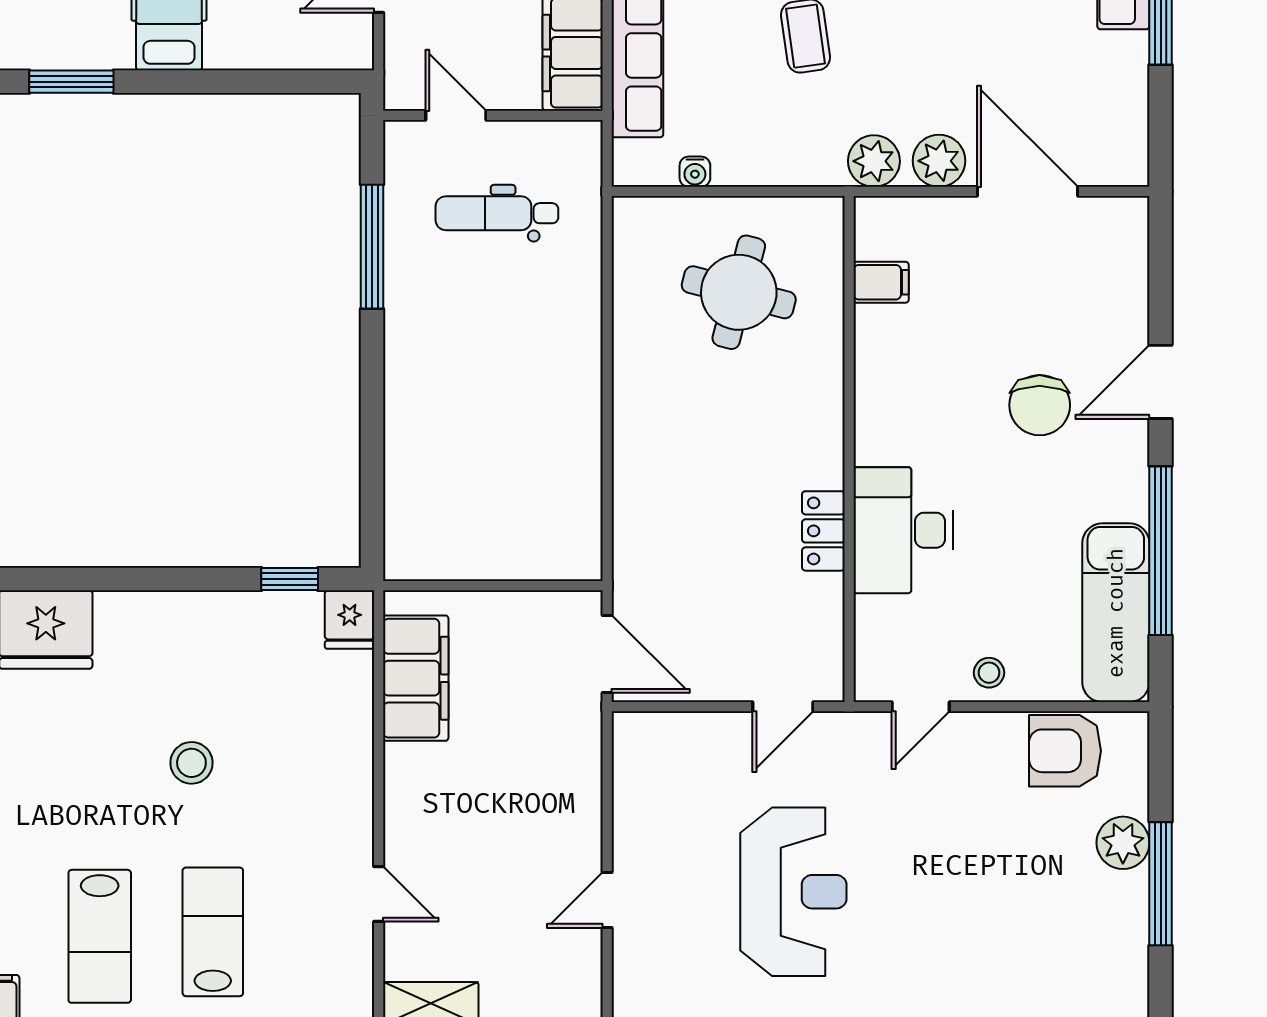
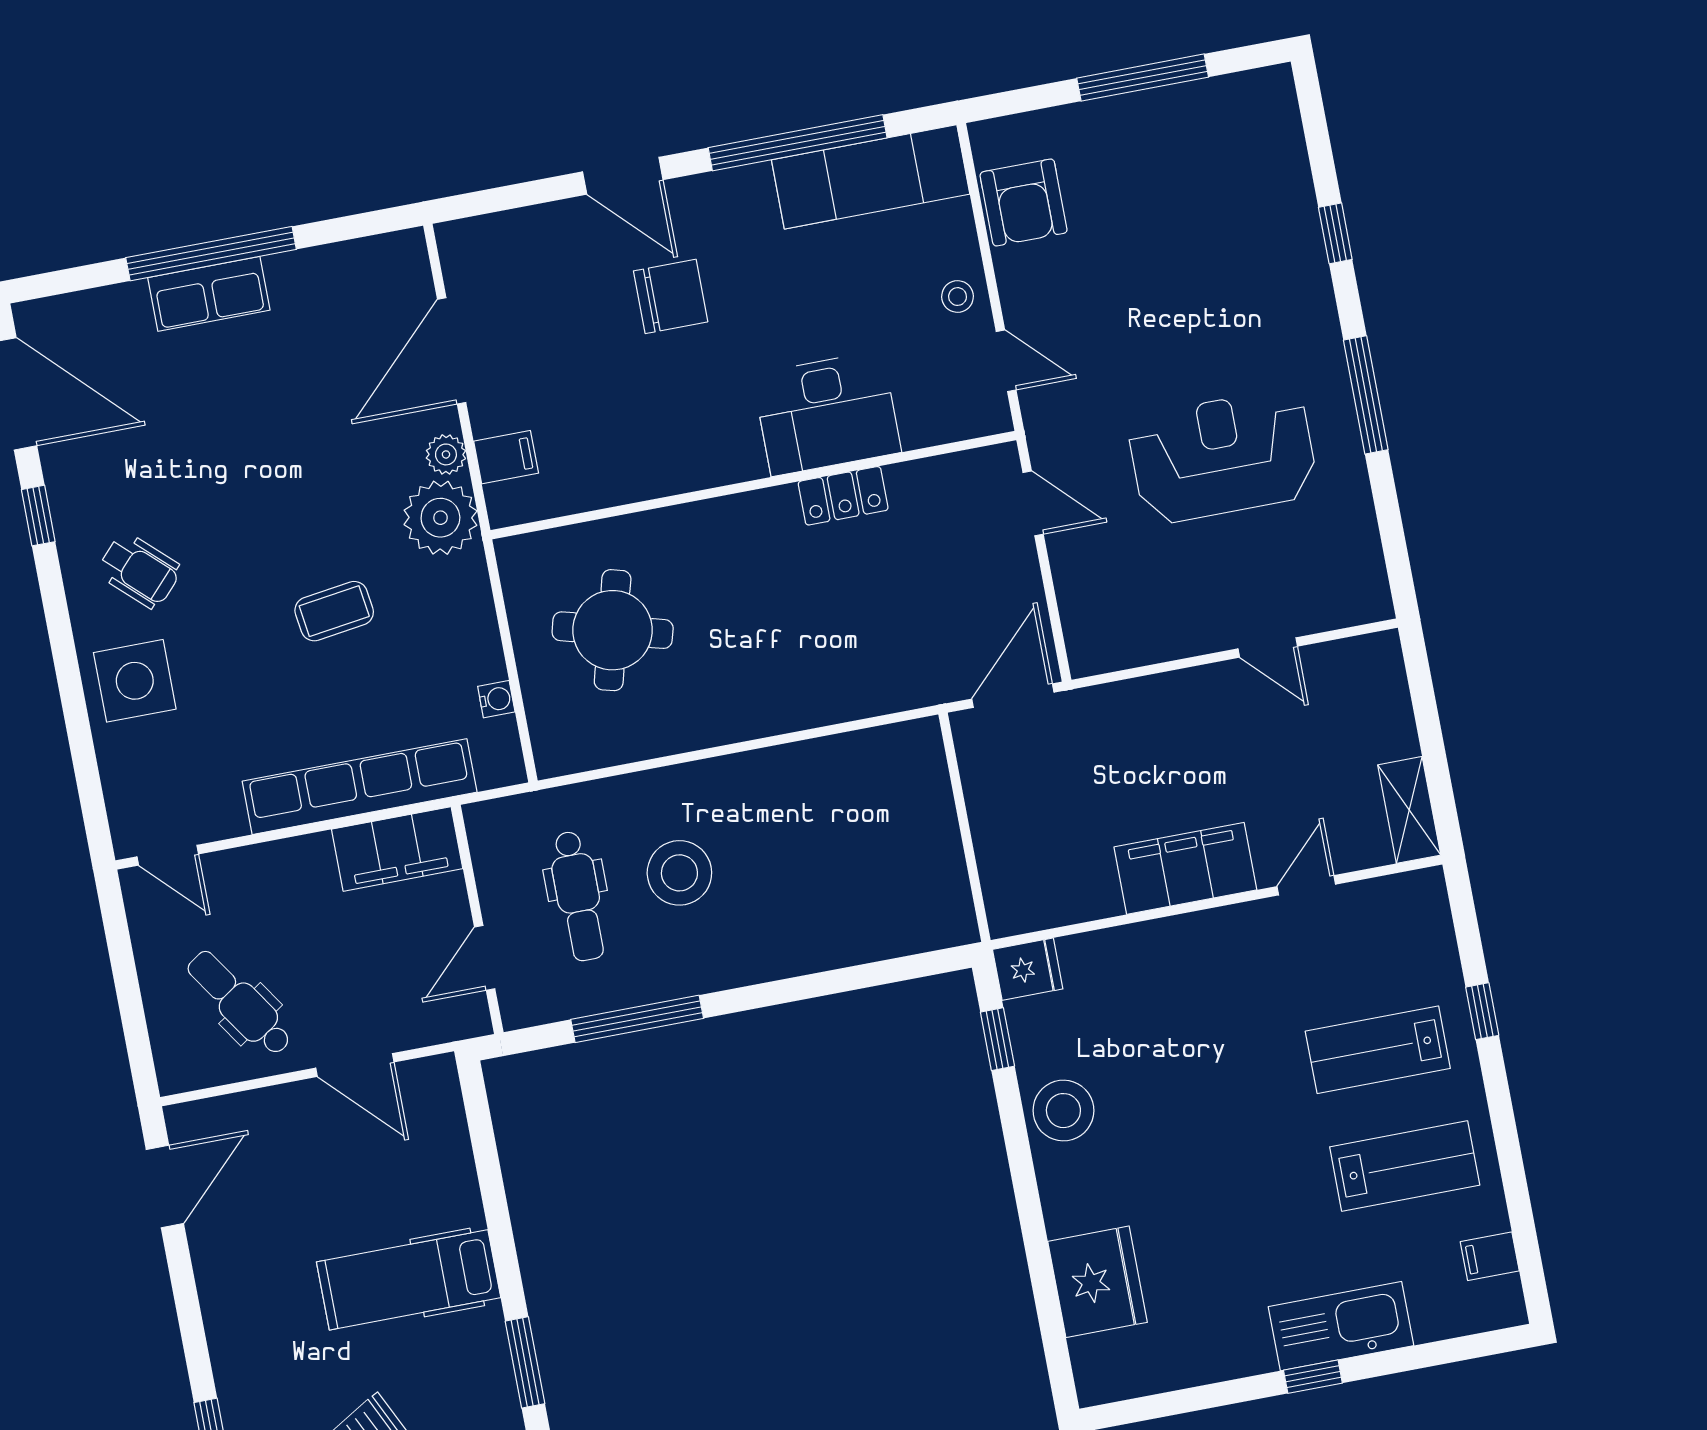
plant: (874, 161) -> (440, 518), width x1.36, depth x1.36
plant: (939, 161) -> (446, 454), width x0.73, depth x0.73
filing cabinet: (881, 282) -> (506, 457), moved, turned 90
stool: (501, 312) -> (679, 873), added
filing cabinet: (416, 678) -> (1185, 868), moved
stool: (191, 763) -> (1063, 1111), moved, width x1.38, depth x1.38
plant: (1123, 843) -> (1108, 124), removed

